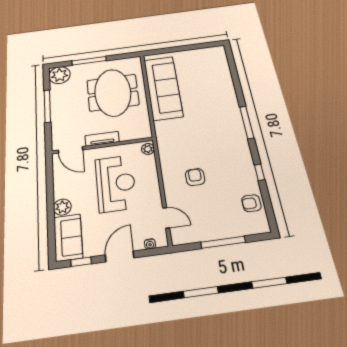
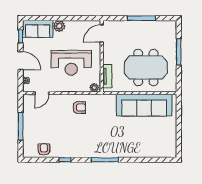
plant: (60, 75) -> (169, 28), removed
tv unit: (102, 139) -> (107, 76), moved
armchair: (195, 177) -> (79, 107), moved

